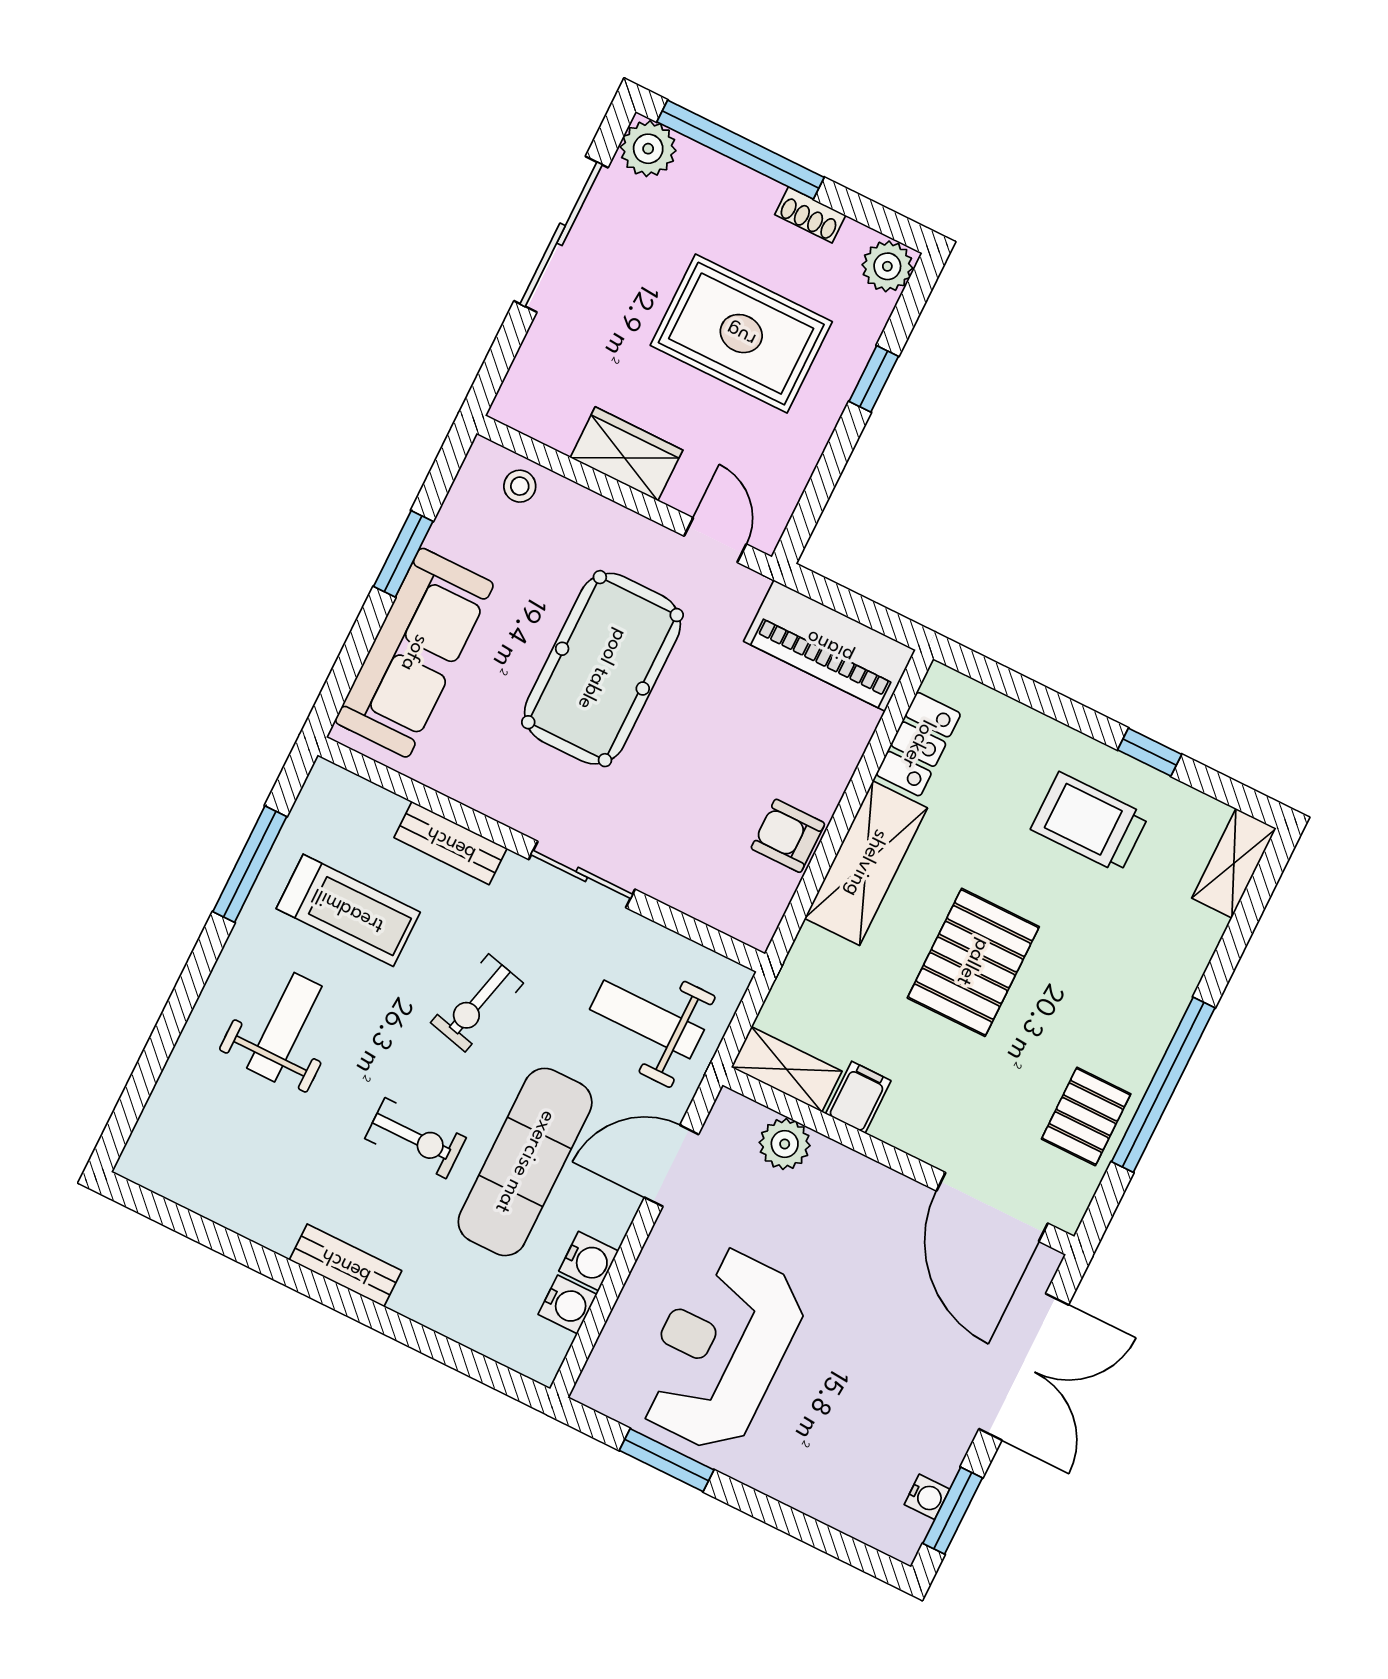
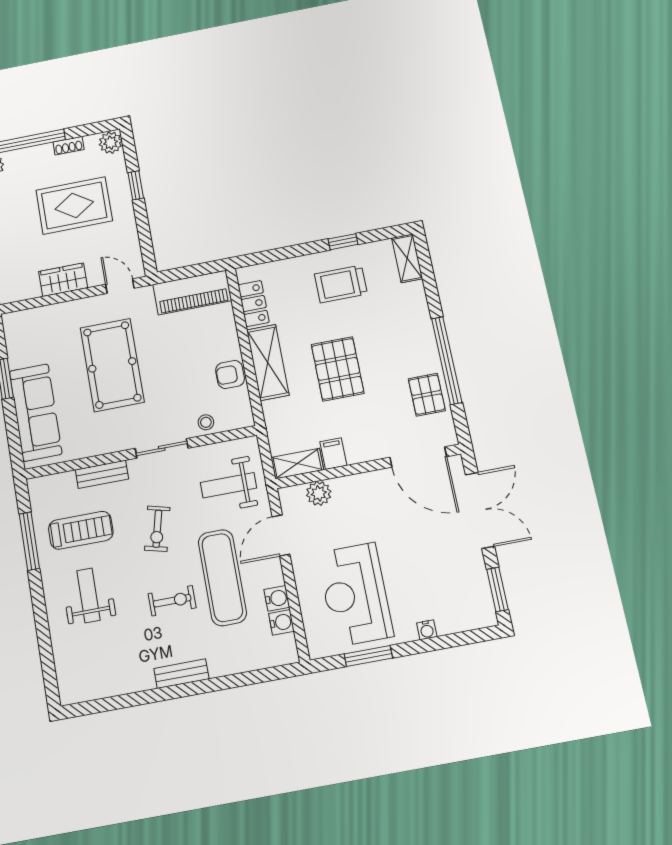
stool: (520, 486) -> (206, 422), moved
water cooler: (927, 1497) -> (427, 630), moved, turned 90

